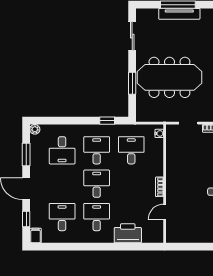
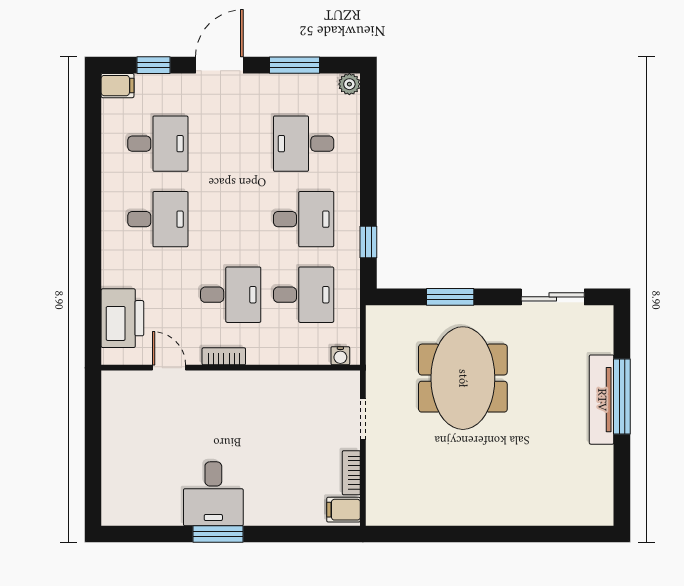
meeting table: (169, 77) -> (463, 378), width x0.73
desk: (97, 184) -> (231, 295), moved
printer: (128, 233) -> (122, 318), moved

